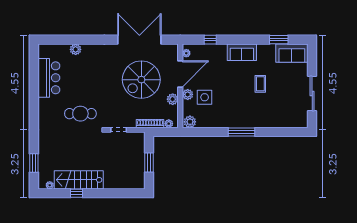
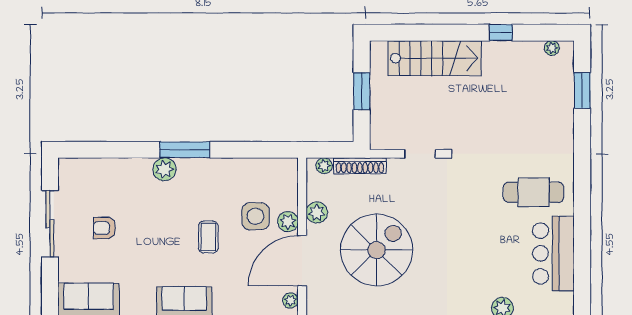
coffee table: (260, 84) -> (208, 237), moved
armchair: (283, 91) -> (105, 228), added
cafe table: (80, 114) -> (534, 192), moved
plant: (190, 122) -> (164, 169), moved
stairs: (79, 180) -> (435, 58), moved

